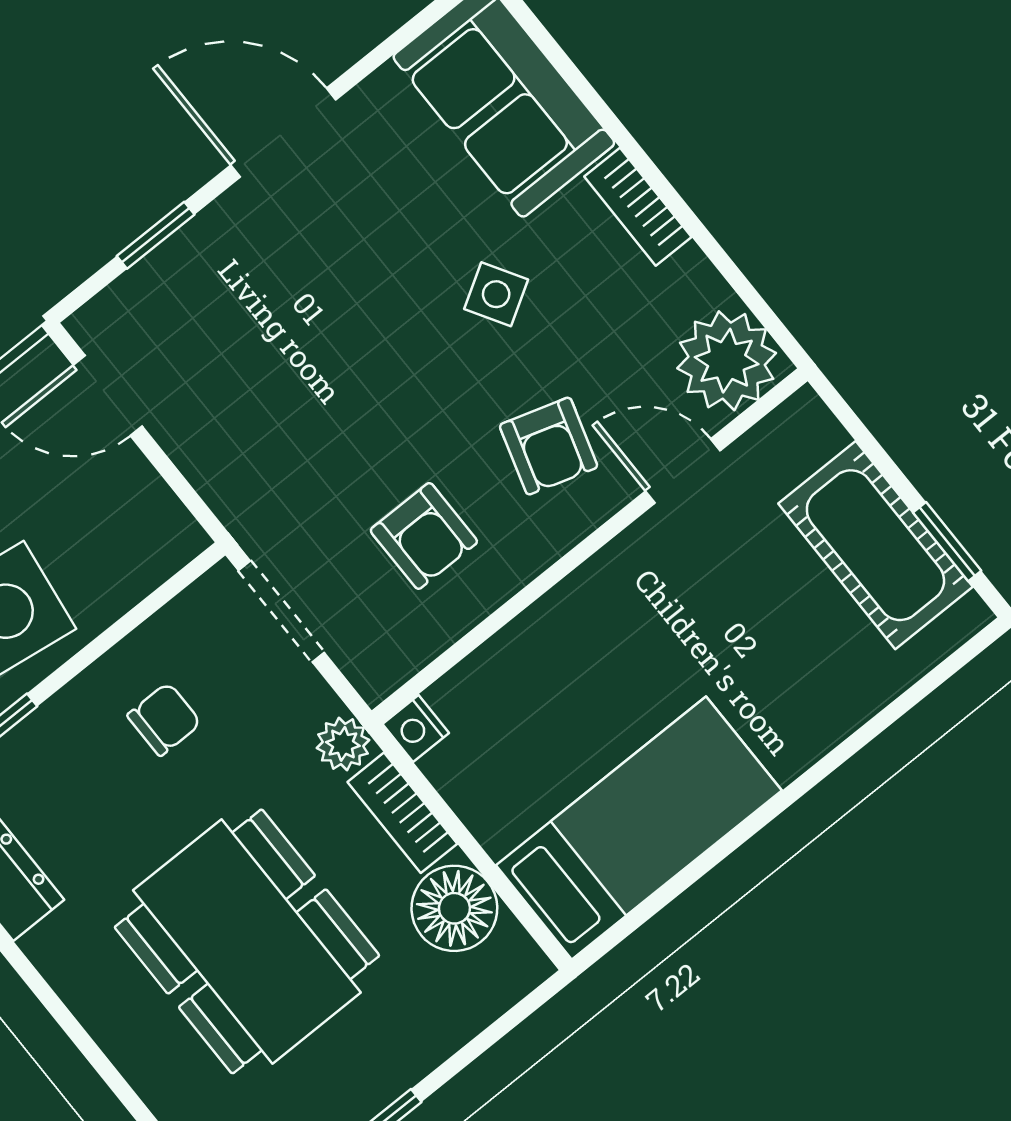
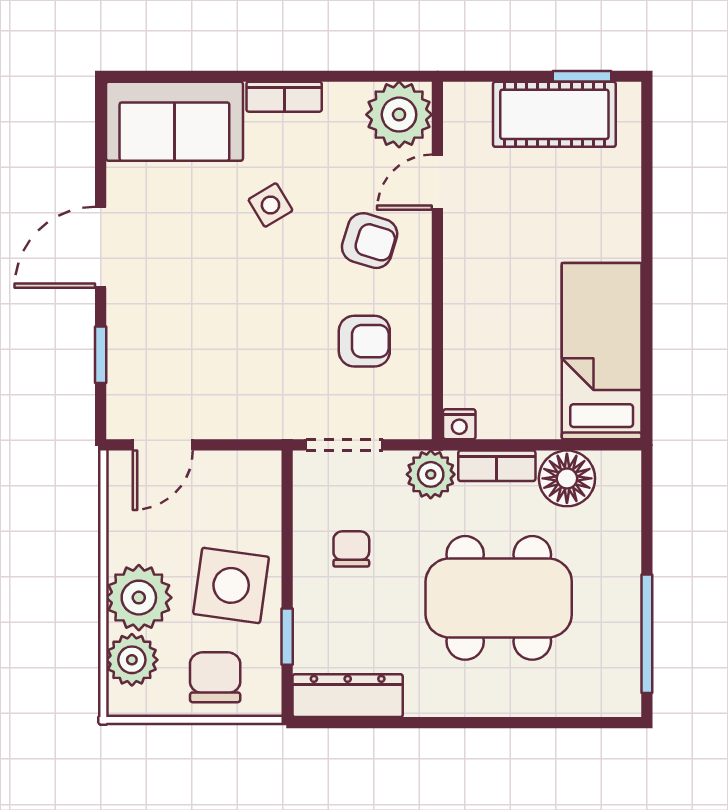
plant: (343, 744) -> (431, 474), width x1.38, depth x1.38

